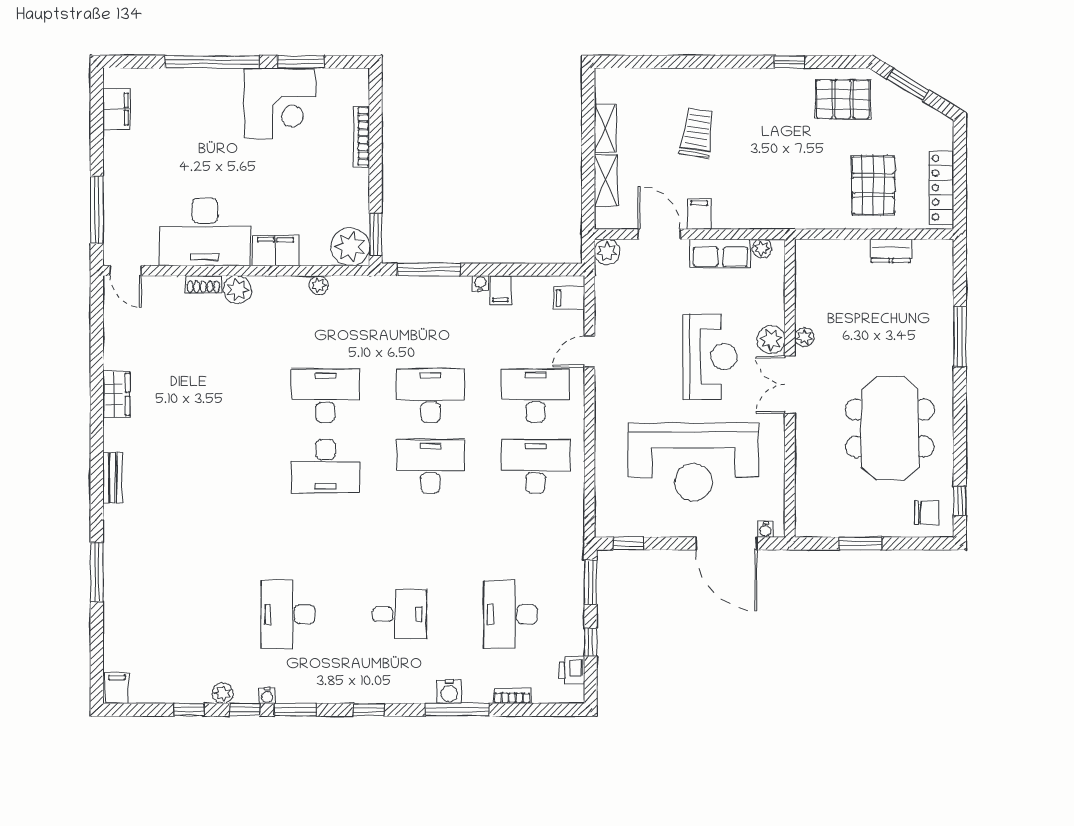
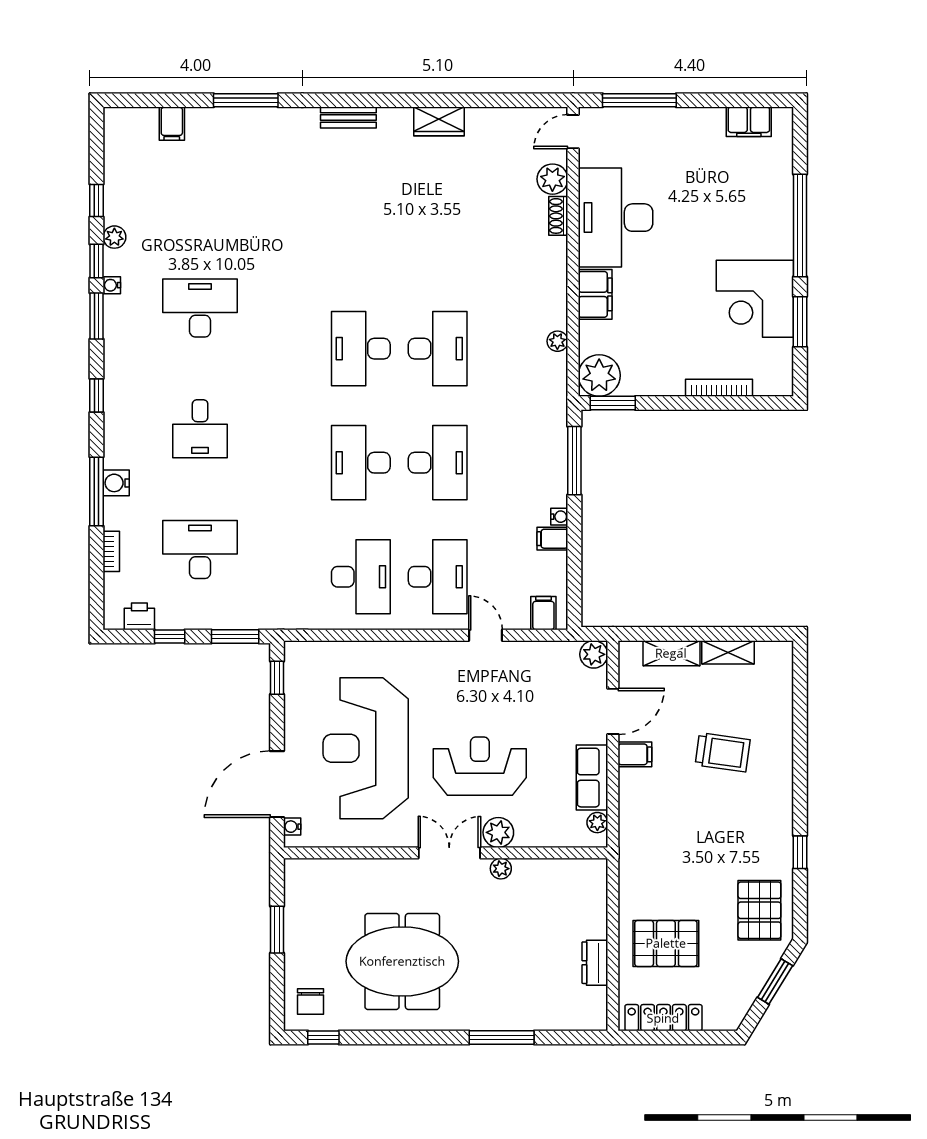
plant: (237, 290) -> (552, 179), moved
reception desk: (710, 357) -> (480, 766), turned 180
desk: (430, 466) -> (361, 463), turned 180
filing cabinet: (117, 688) -> (172, 124), moved, turned 90

